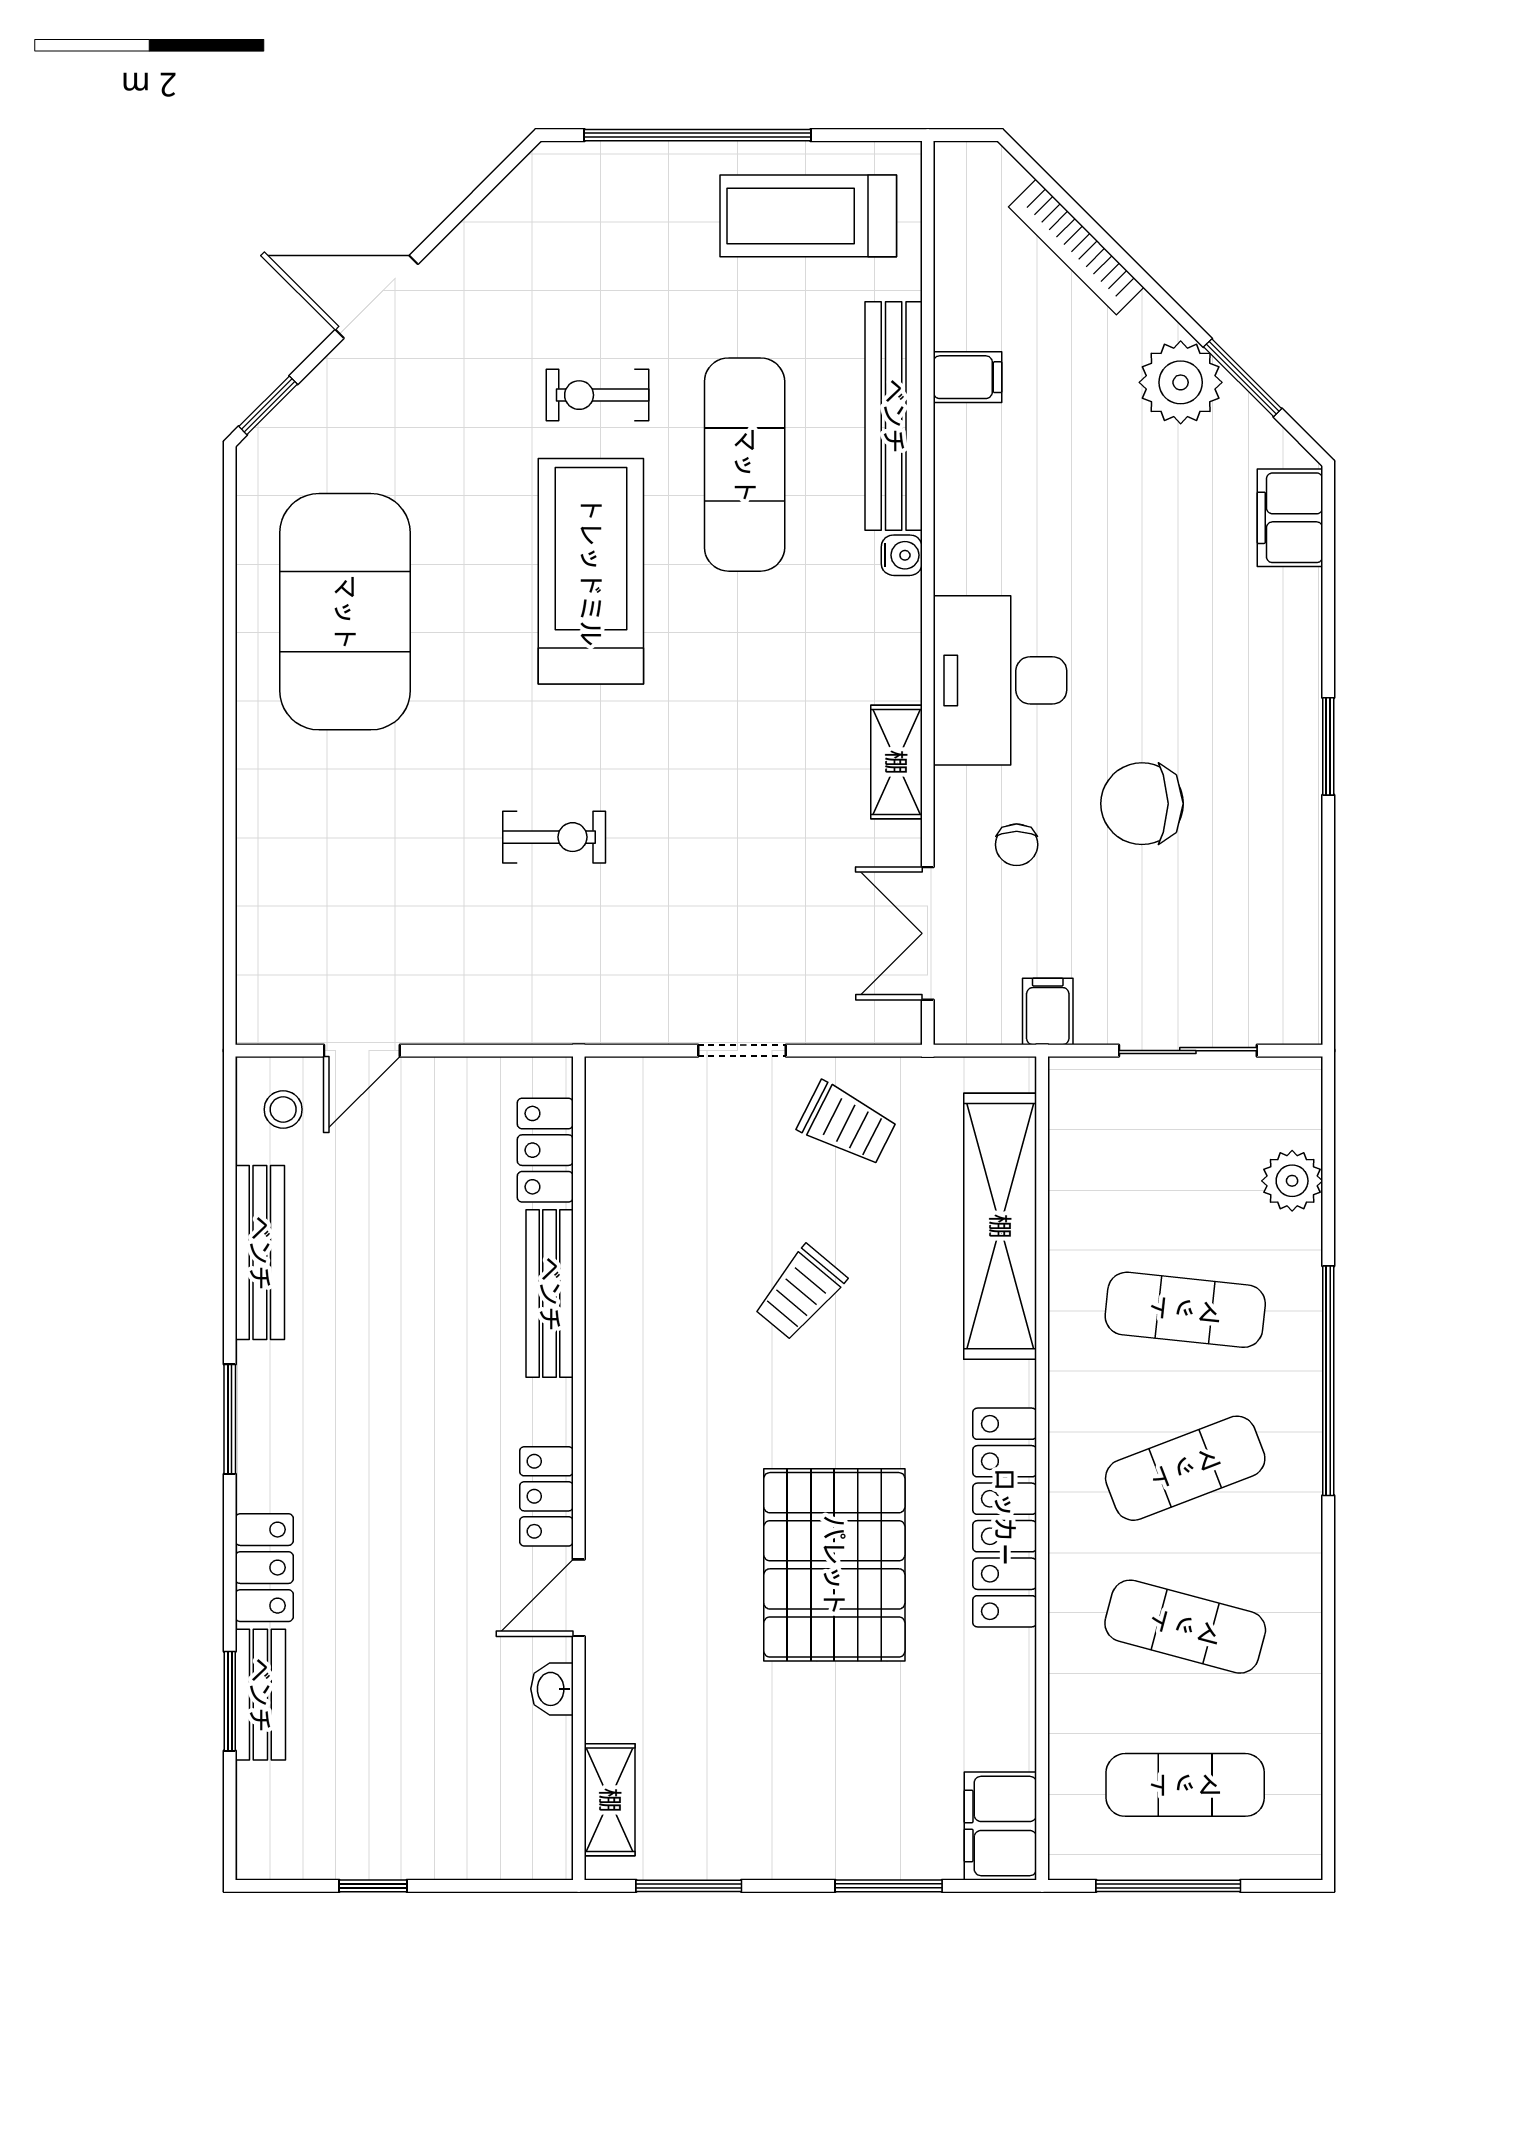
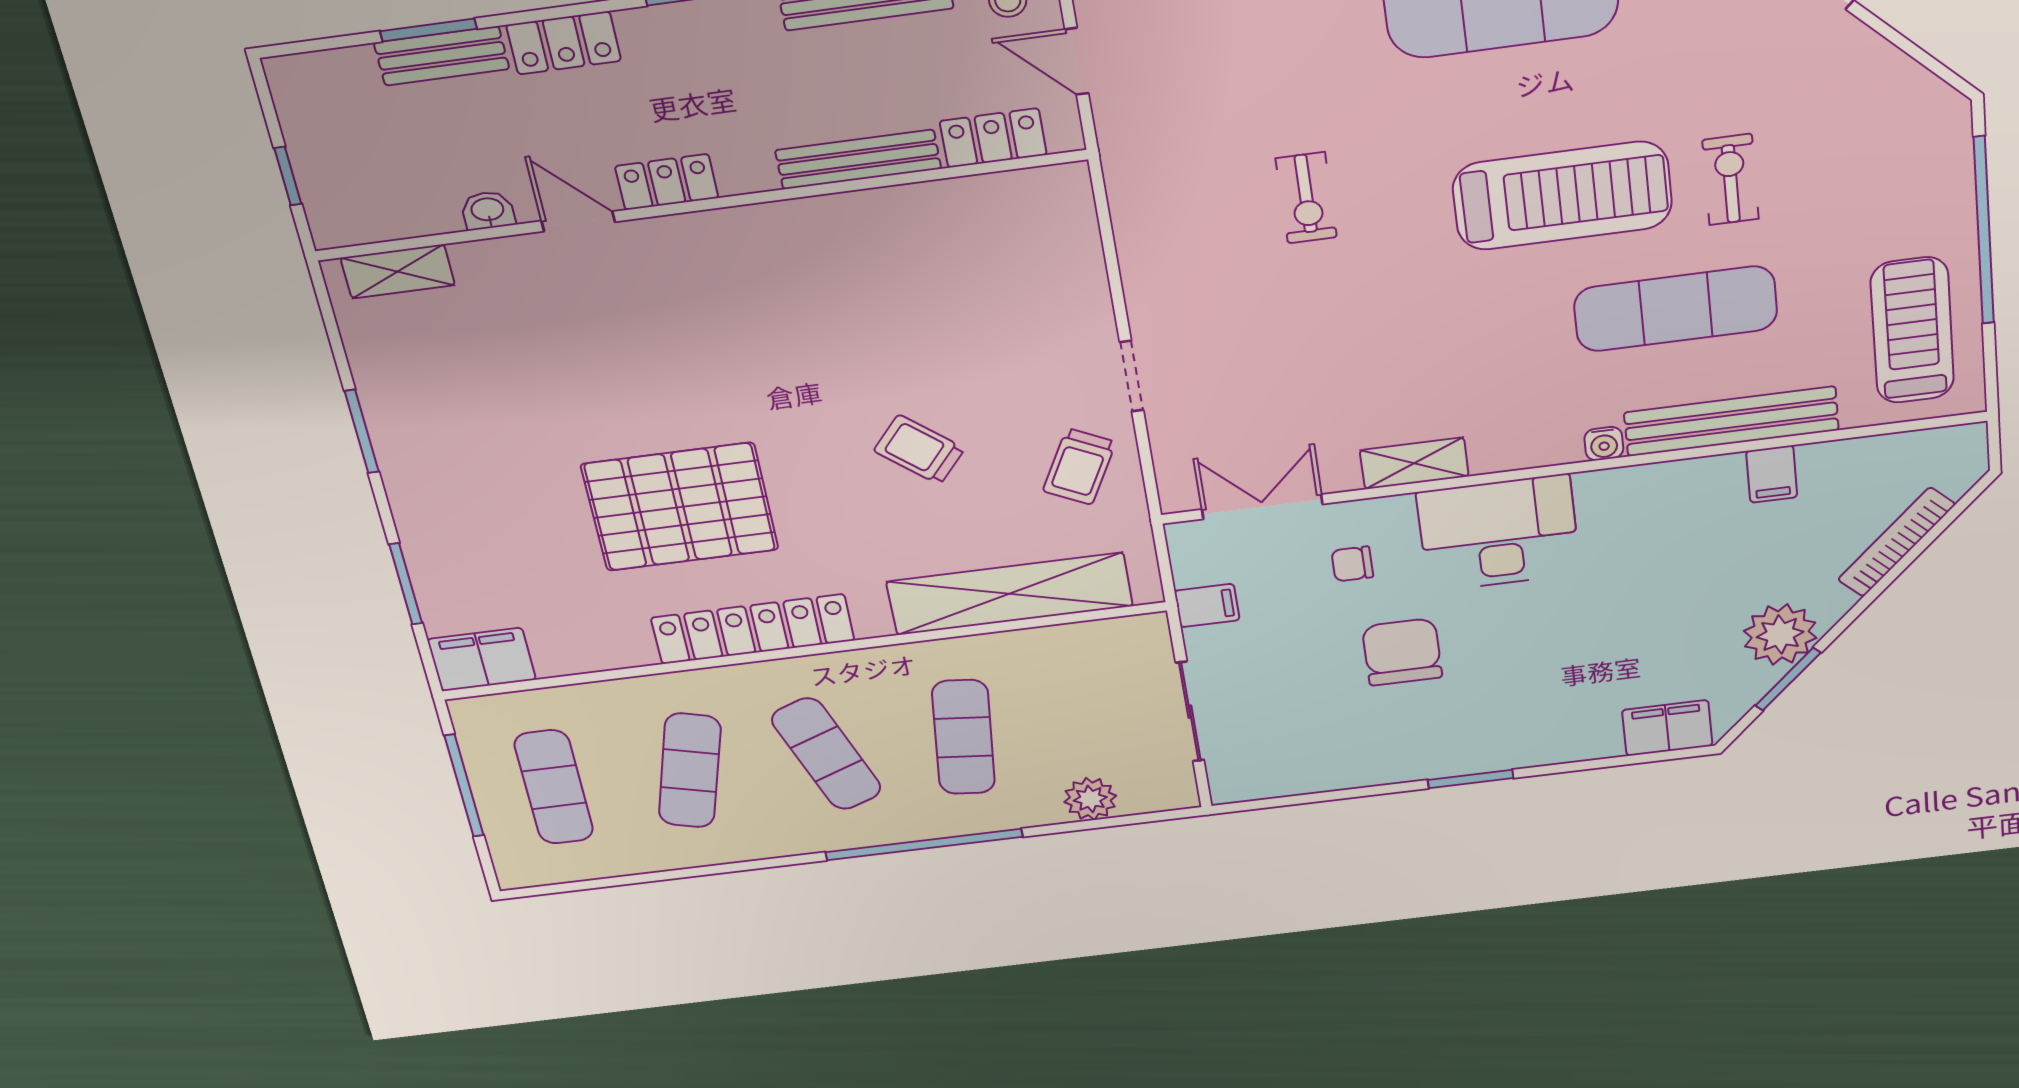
locker: (545, 1150) -> (993, 138), moved
bench: (550, 1294) -> (858, 159), moved
wall: (579, 1468) -> (699, 206), moved
locker: (546, 1496) -> (667, 182), moved
door: (579, 1598) -> (578, 221), moved
washbasin: (552, 1689) -> (488, 210), moved
shelving: (610, 1800) -> (398, 271), moved

